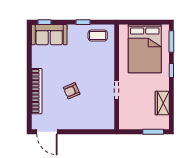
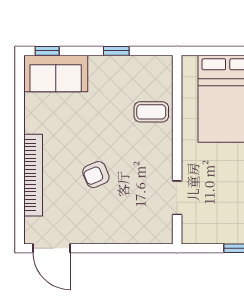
coffee table: (98, 36) -> (151, 112), moved
doorway: (117, 90) -> (177, 198), moved

